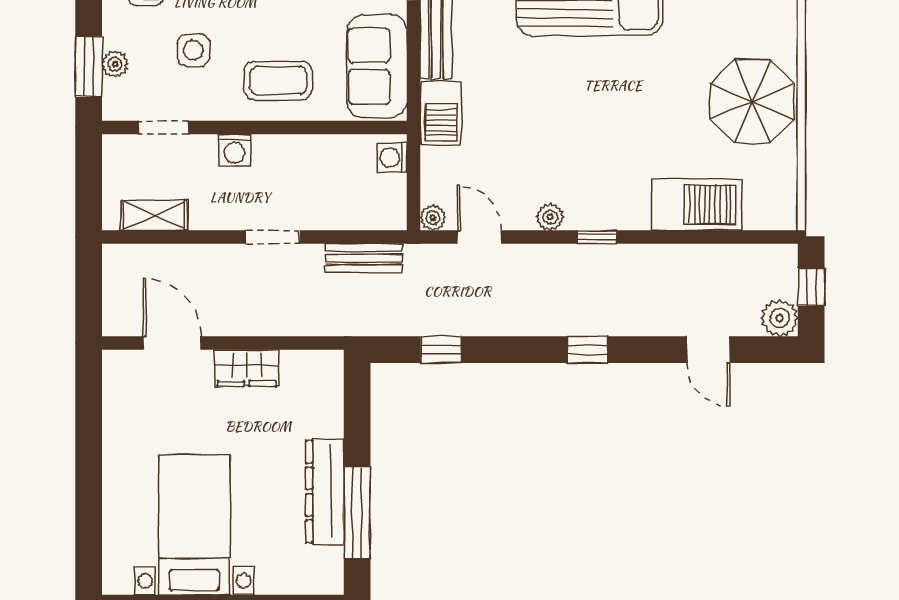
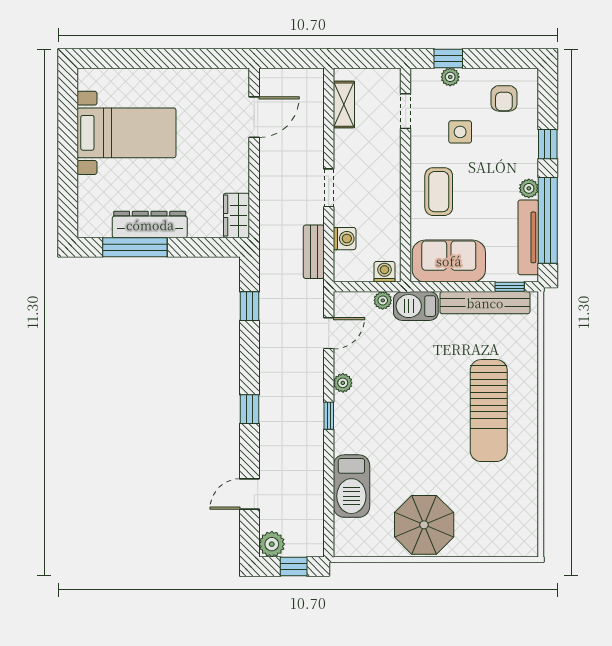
window: (89, 67) -> (448, 58), width x0.67
washing machine: (235, 150) -> (345, 239), moved, turned 180
plant: (433, 218) -> (383, 300), moved
wardrobe: (247, 368) -> (236, 216), moved

